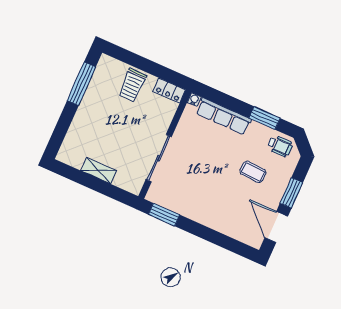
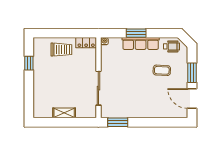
window: (81, 84) -> (29, 63), width x0.46
trolley: (132, 85) -> (61, 50), turned -90
row of seats: (224, 116) -> (141, 44), moved
window: (264, 118) -> (136, 33), moved

